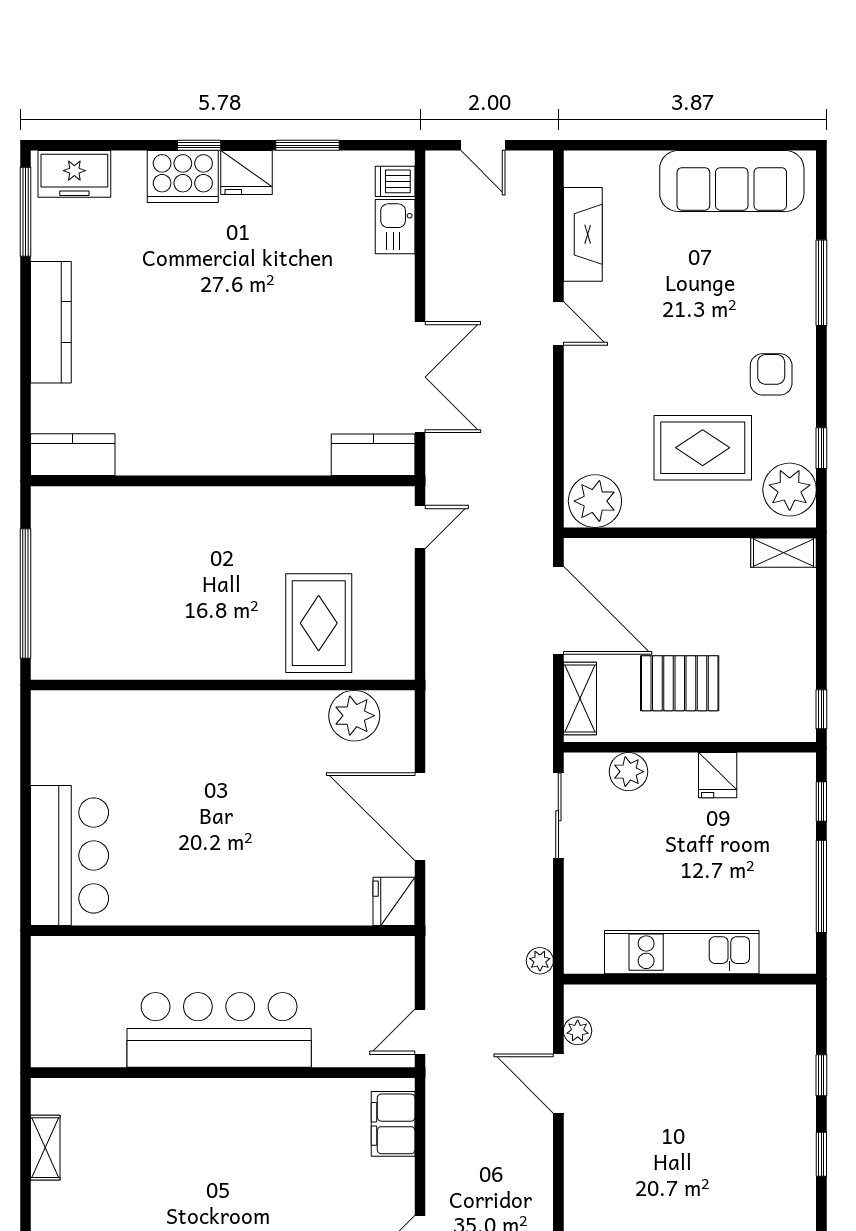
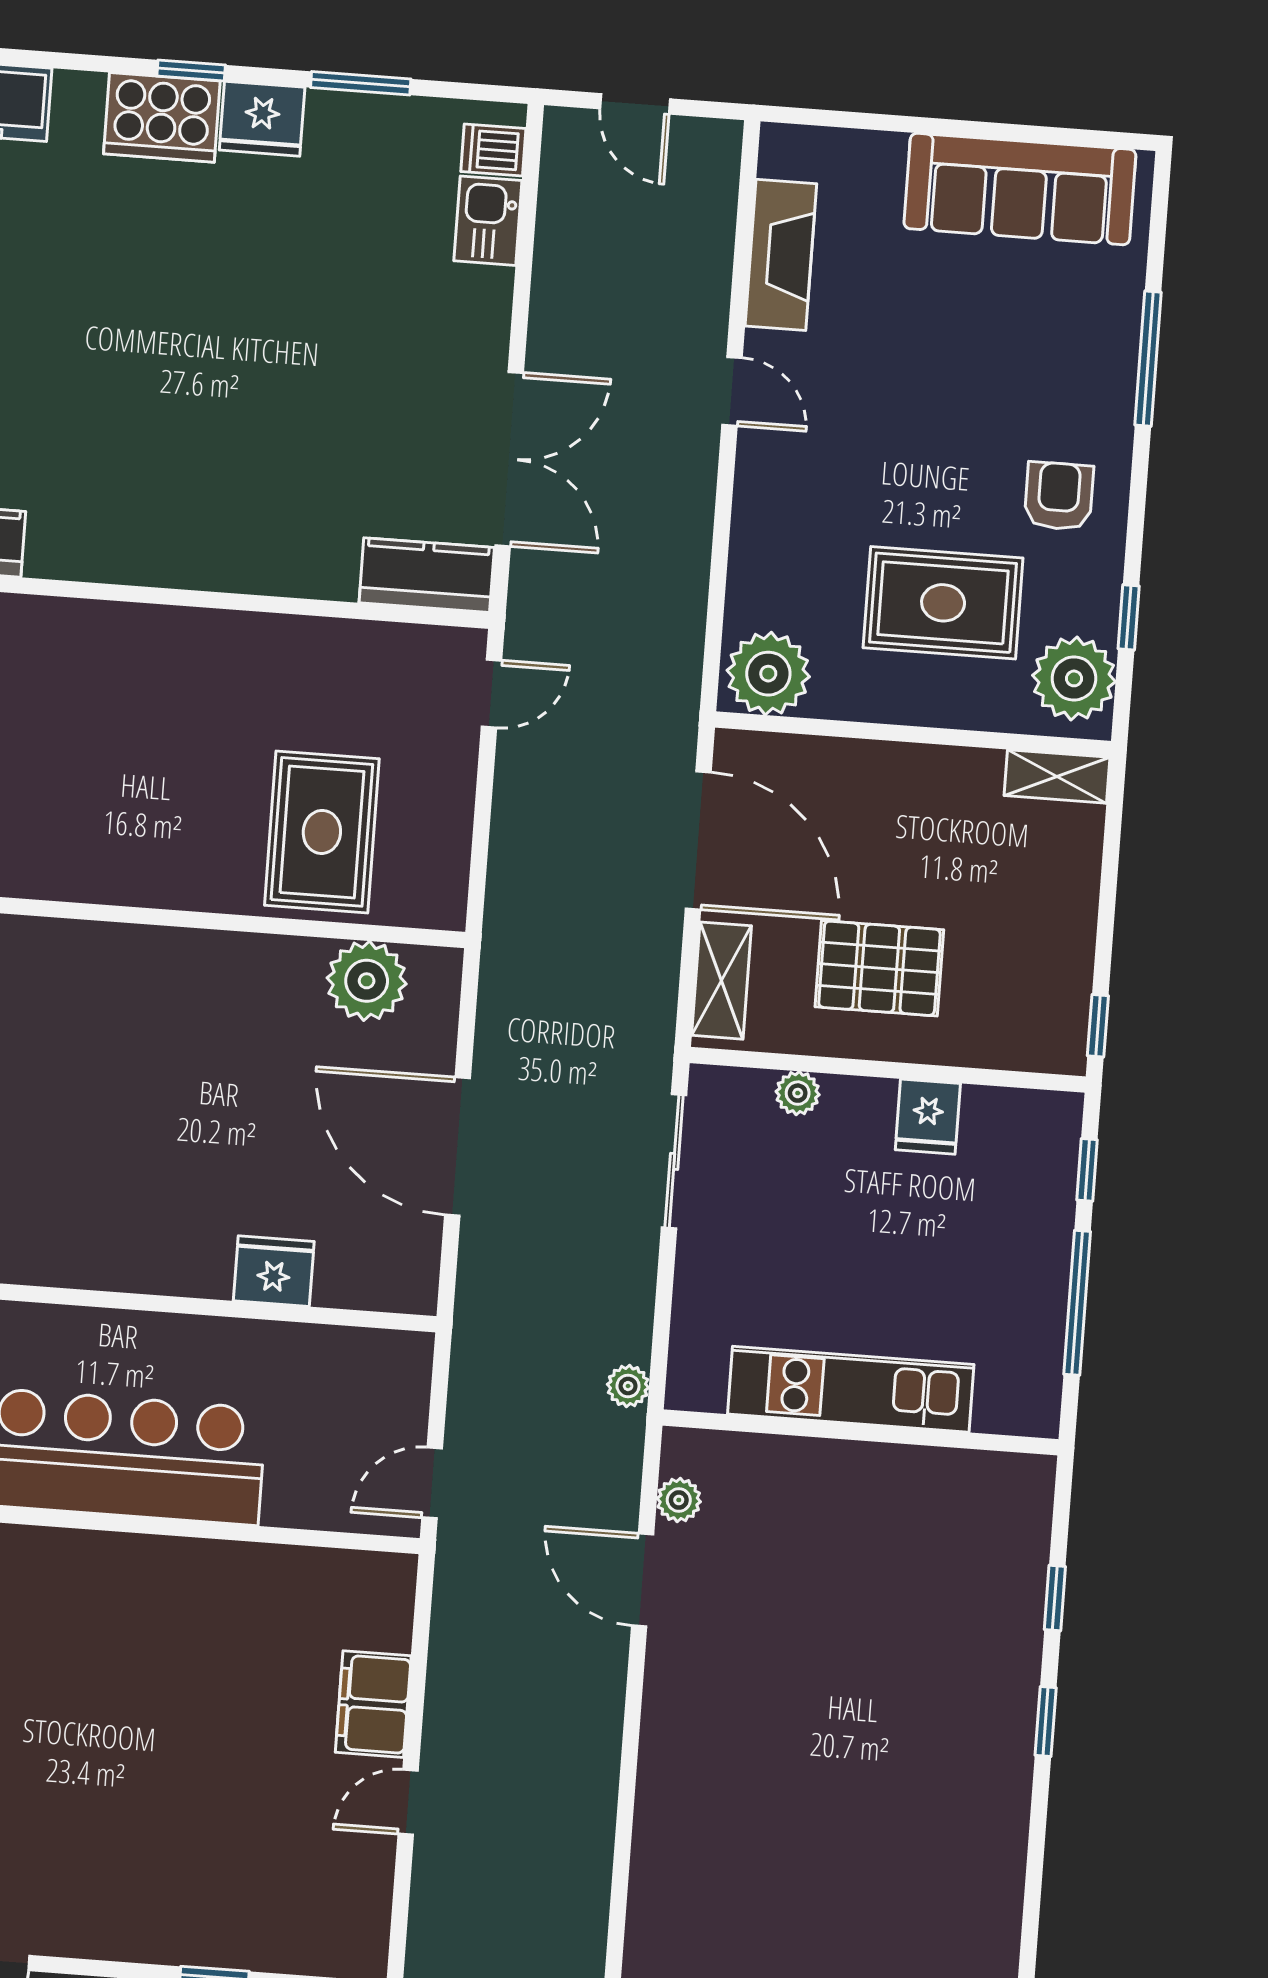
plant: (628, 772) -> (798, 1093), width x0.73, depth x0.73
fridge: (394, 901) -> (274, 1271), moved, turned 90
filing cabinet: (393, 1124) -> (373, 1704), moved

